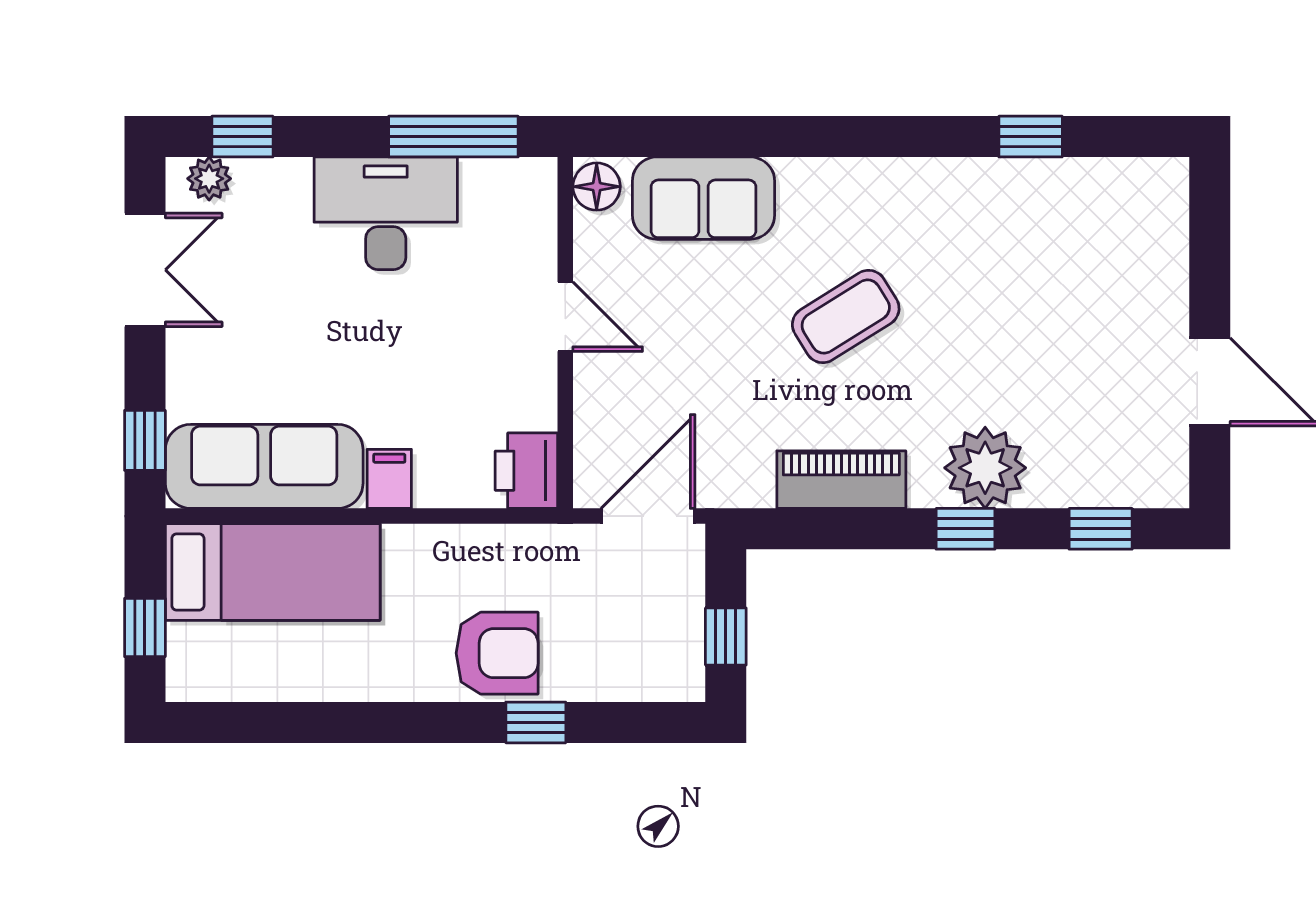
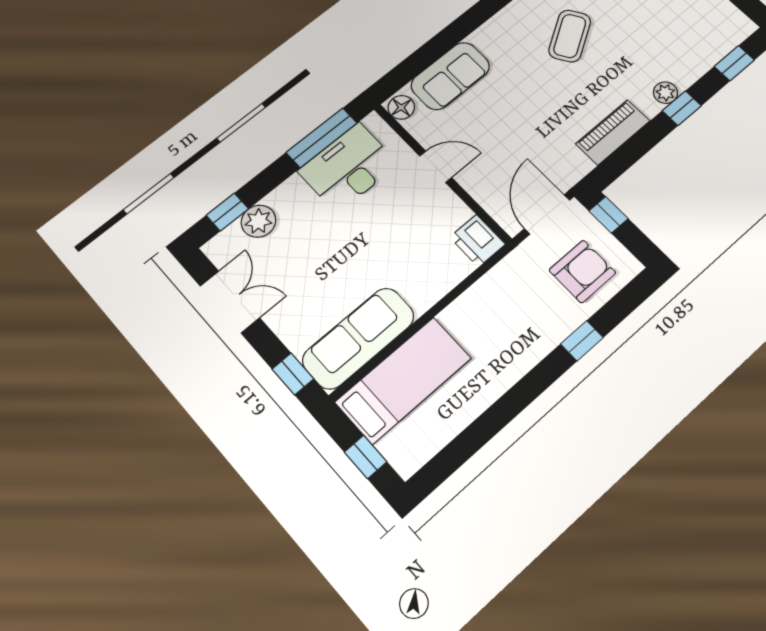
plant: (209, 179) -> (258, 221), moved, width x1.38, depth x1.38
desk: (386, 213) -> (348, 167), moved
coffee table: (846, 316) -> (570, 36), moved
plant: (985, 468) -> (665, 93), width x0.53, depth x0.53
filing cabinet: (389, 479) -> (420, 295), removed
window: (726, 637) -> (608, 215), moved
armchair: (497, 653) -> (582, 271), moved

